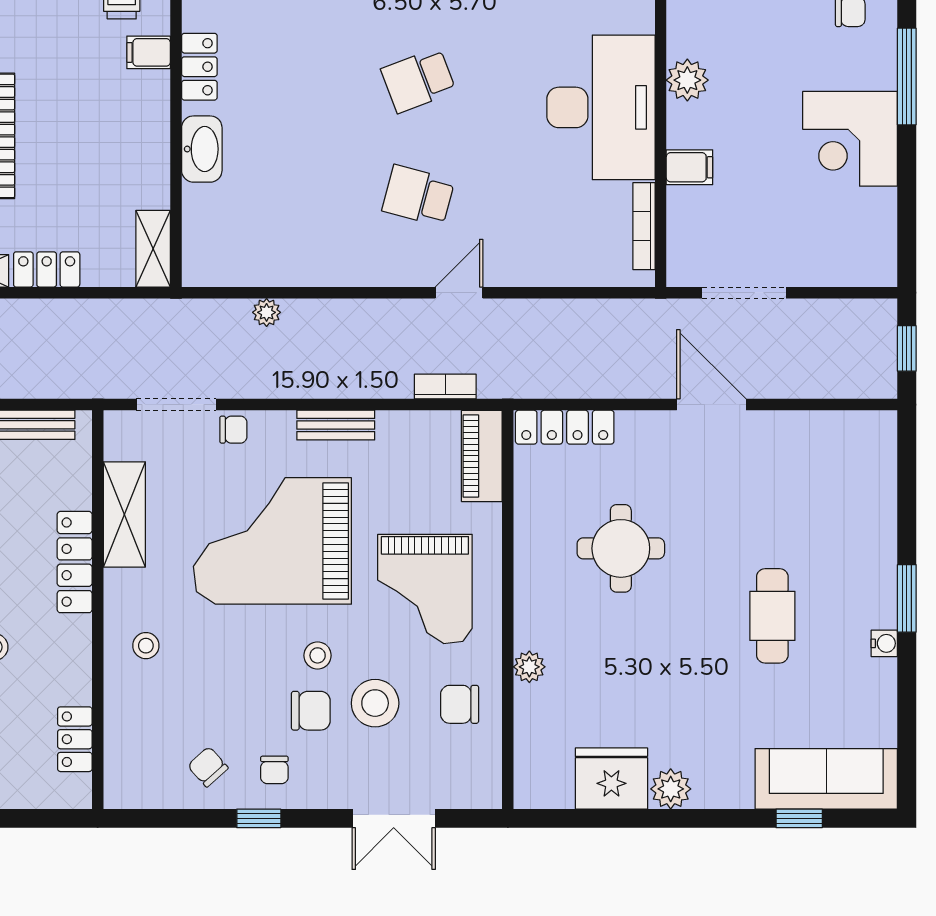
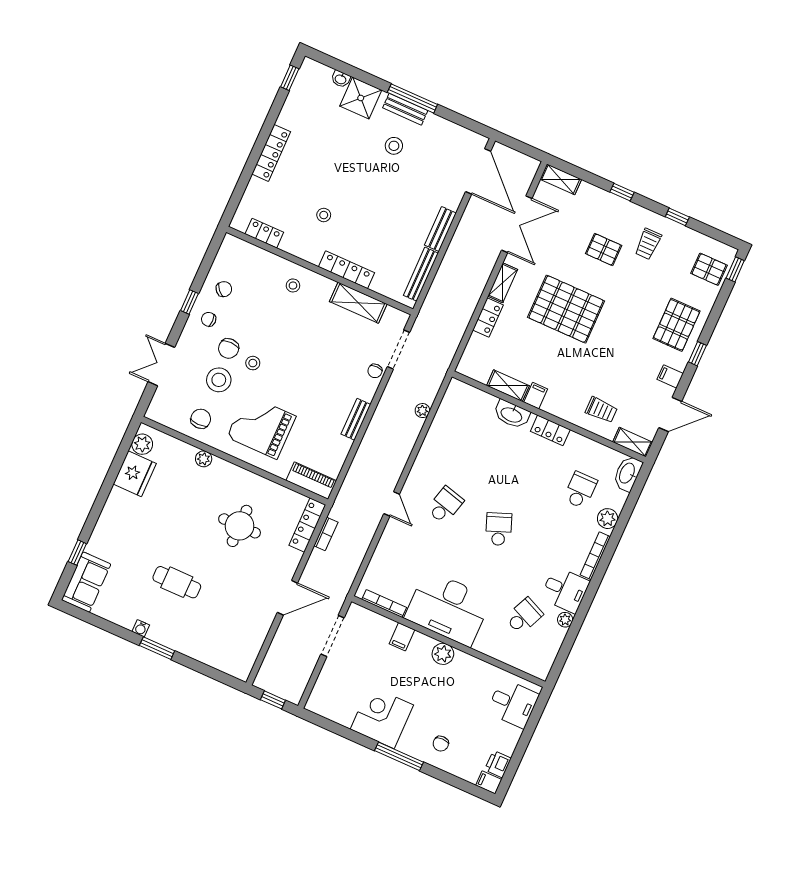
filing cabinet: (149, 52) -> (536, 396), moved
shelving: (153, 249) -> (508, 386), moved
bookcase: (445, 387) -> (326, 534), moved
grand piano: (272, 541) -> (315, 366), removed
sofa: (826, 779) -> (86, 582), width x0.73
plant: (671, 789) -> (142, 444), moved

